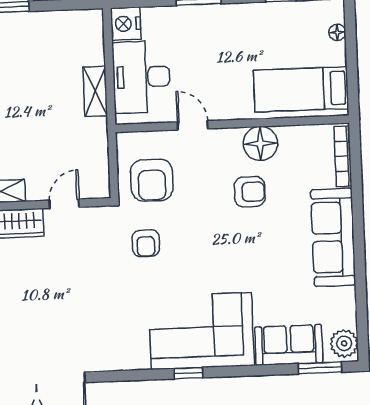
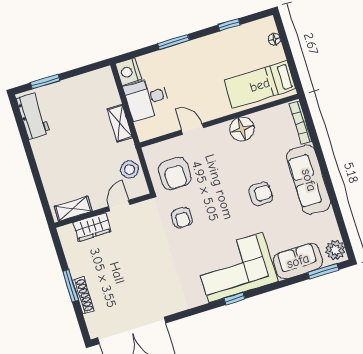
desk: (141, 77) -> (147, 99), width x0.73
stool: (92, 158) -> (130, 169), added
armchair: (250, 192) -> (261, 194), moved

